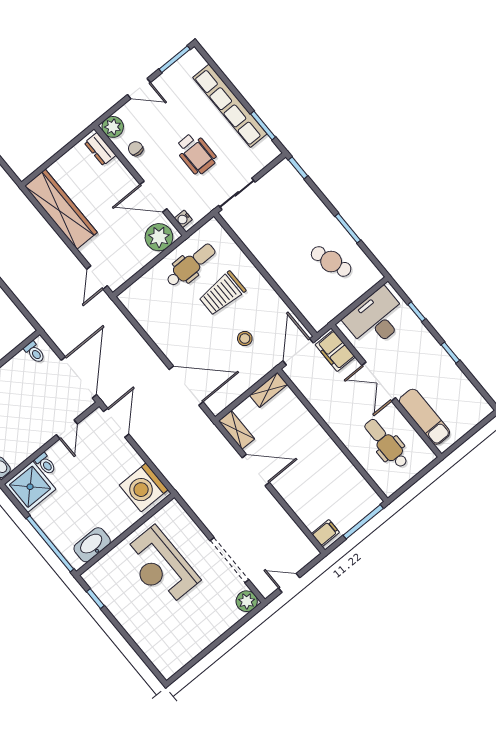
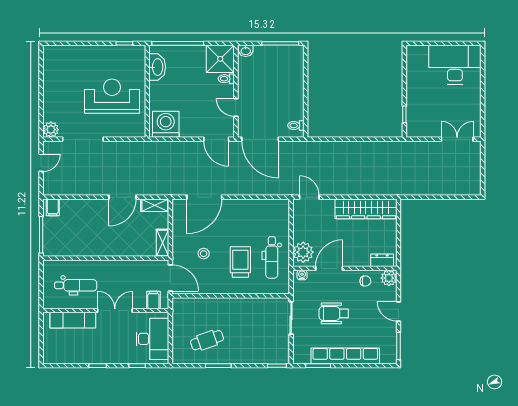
door: (139, 89) -> (399, 311), hinge flipped
filing cabinet: (335, 351) -> (153, 300), width x0.50

